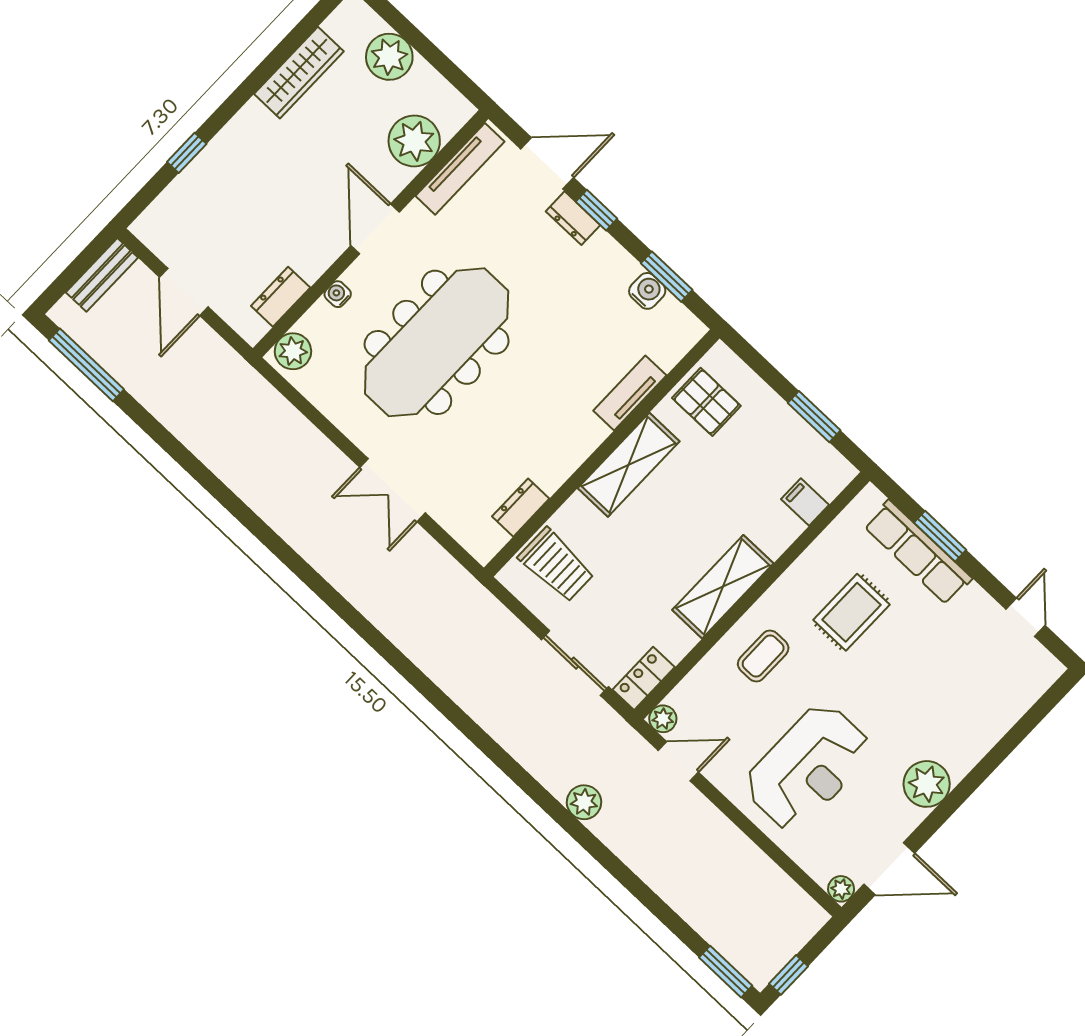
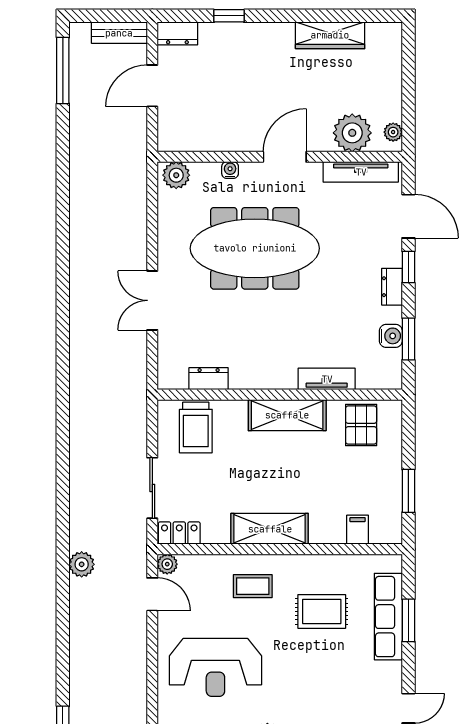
plant: (389, 57) -> (393, 132), moved, width x0.53, depth x0.53
dresser: (573, 218) -> (392, 287), moved
dresser: (281, 297) -> (177, 33), moved, turned 180

